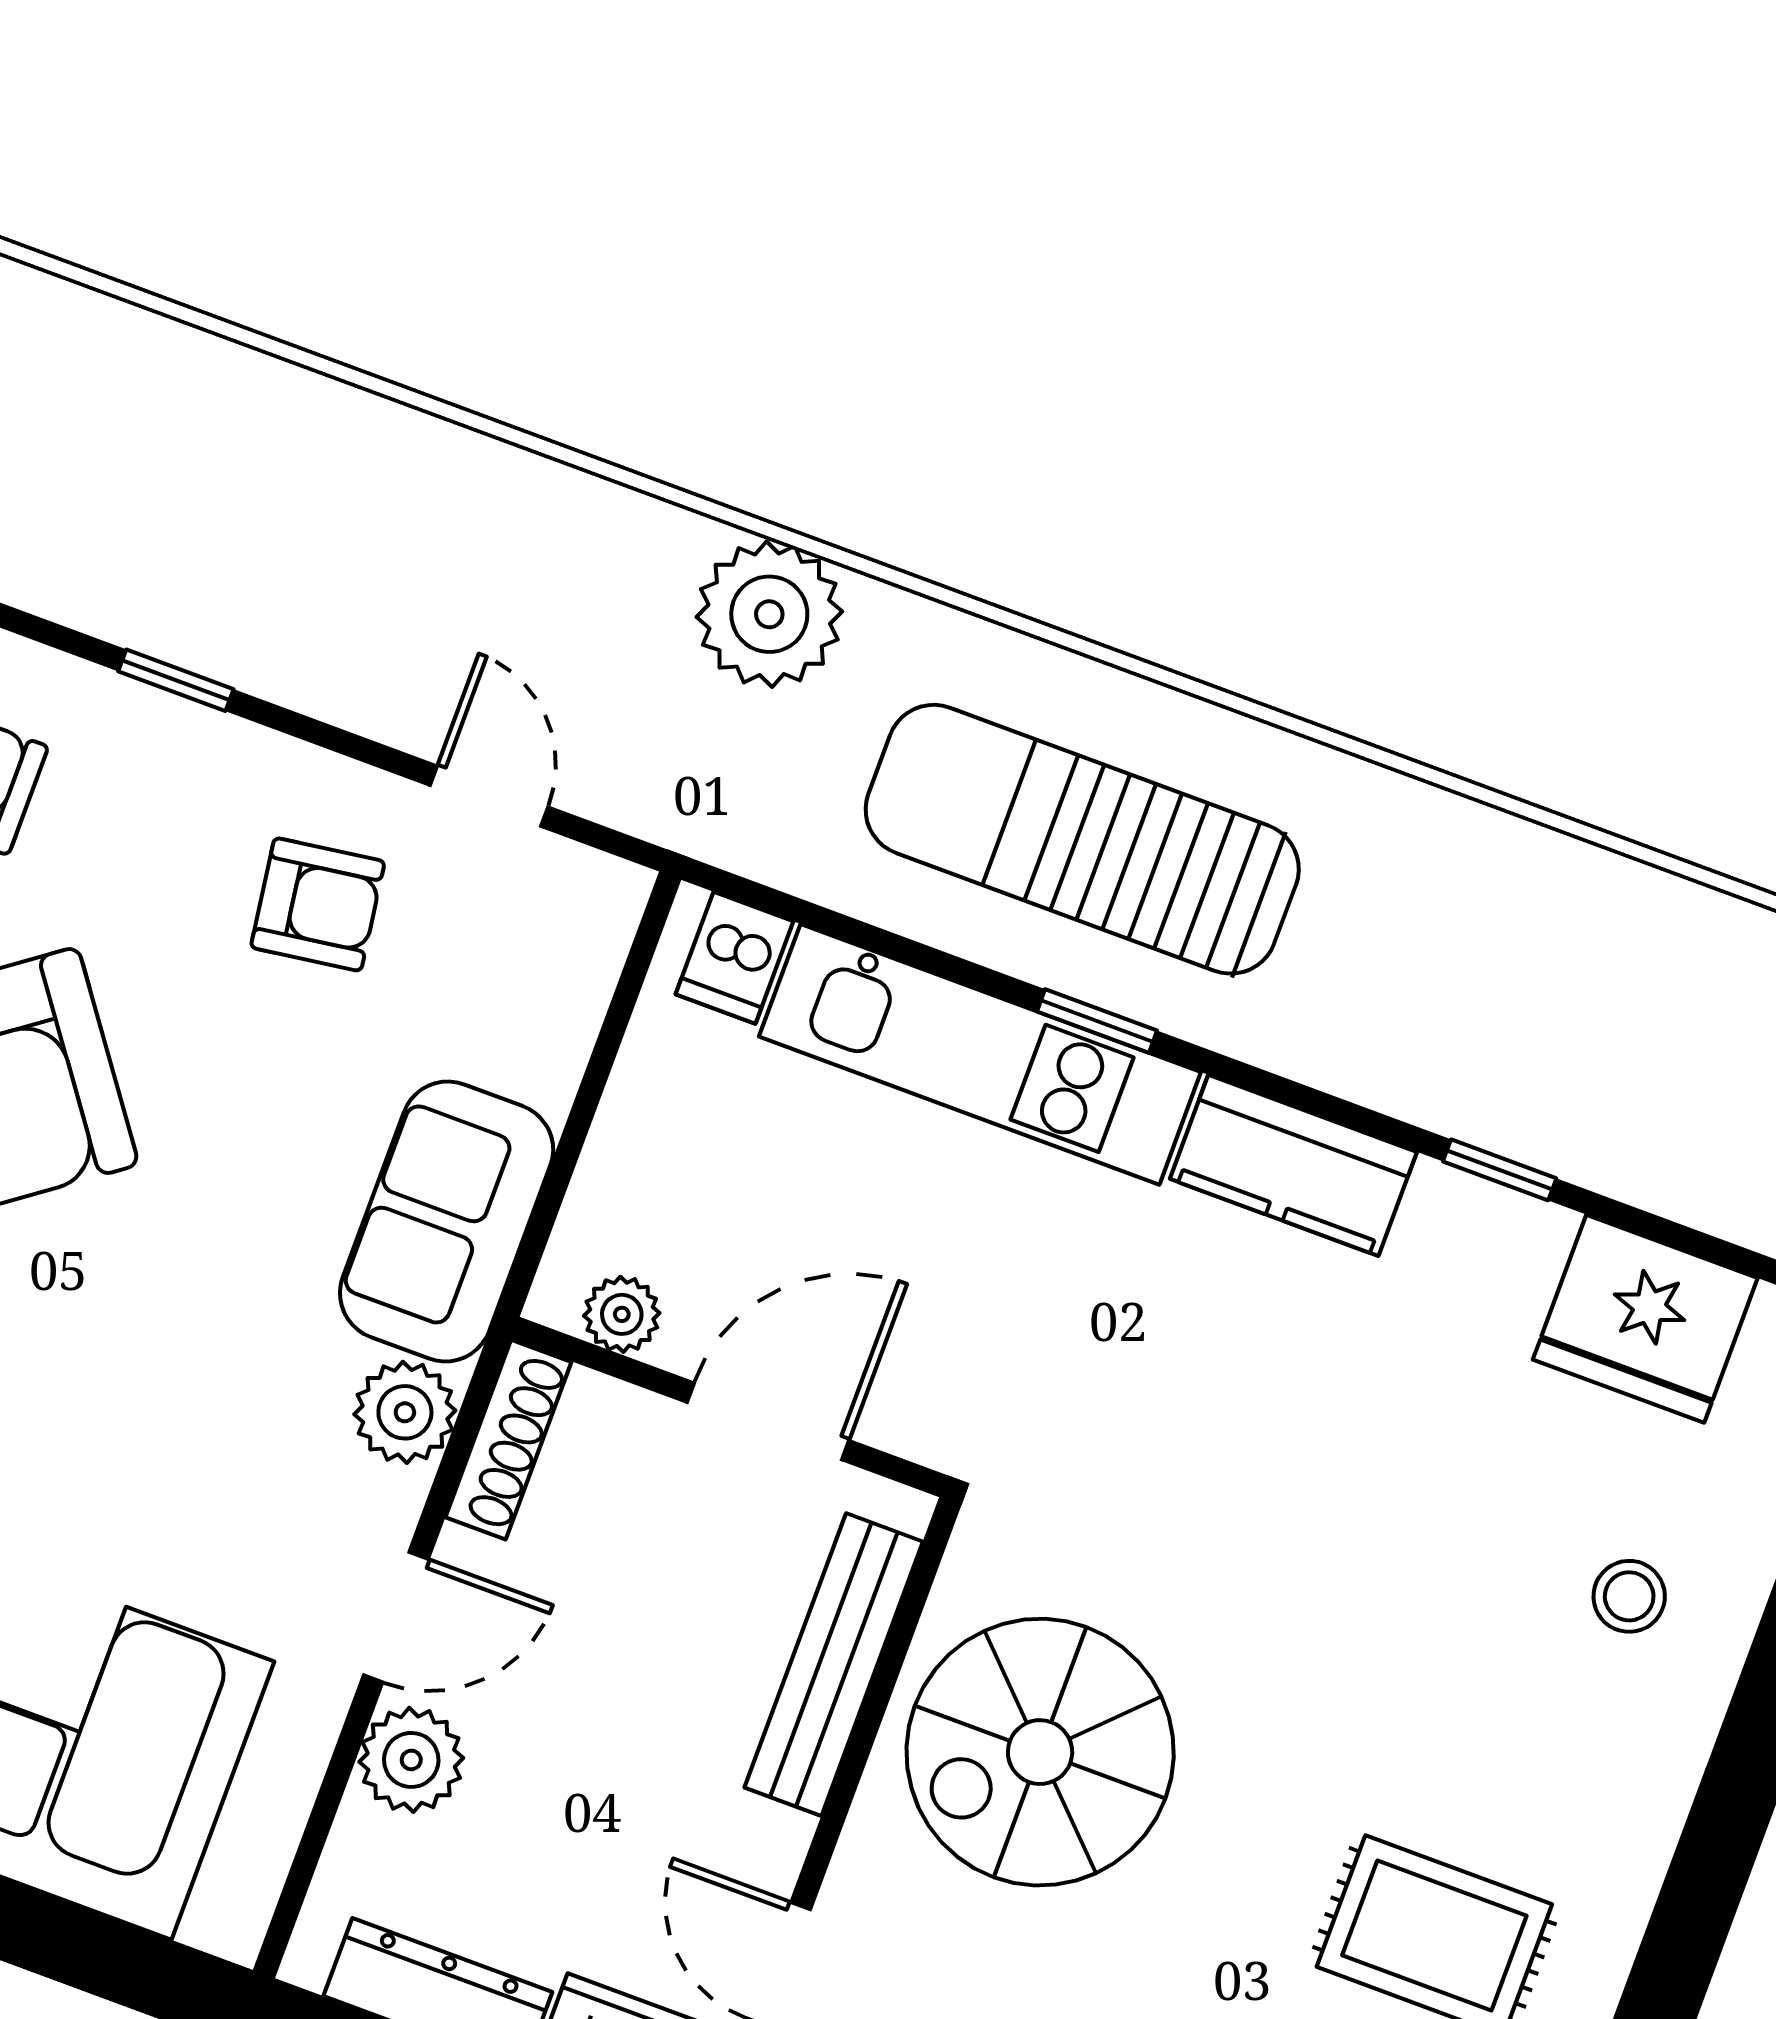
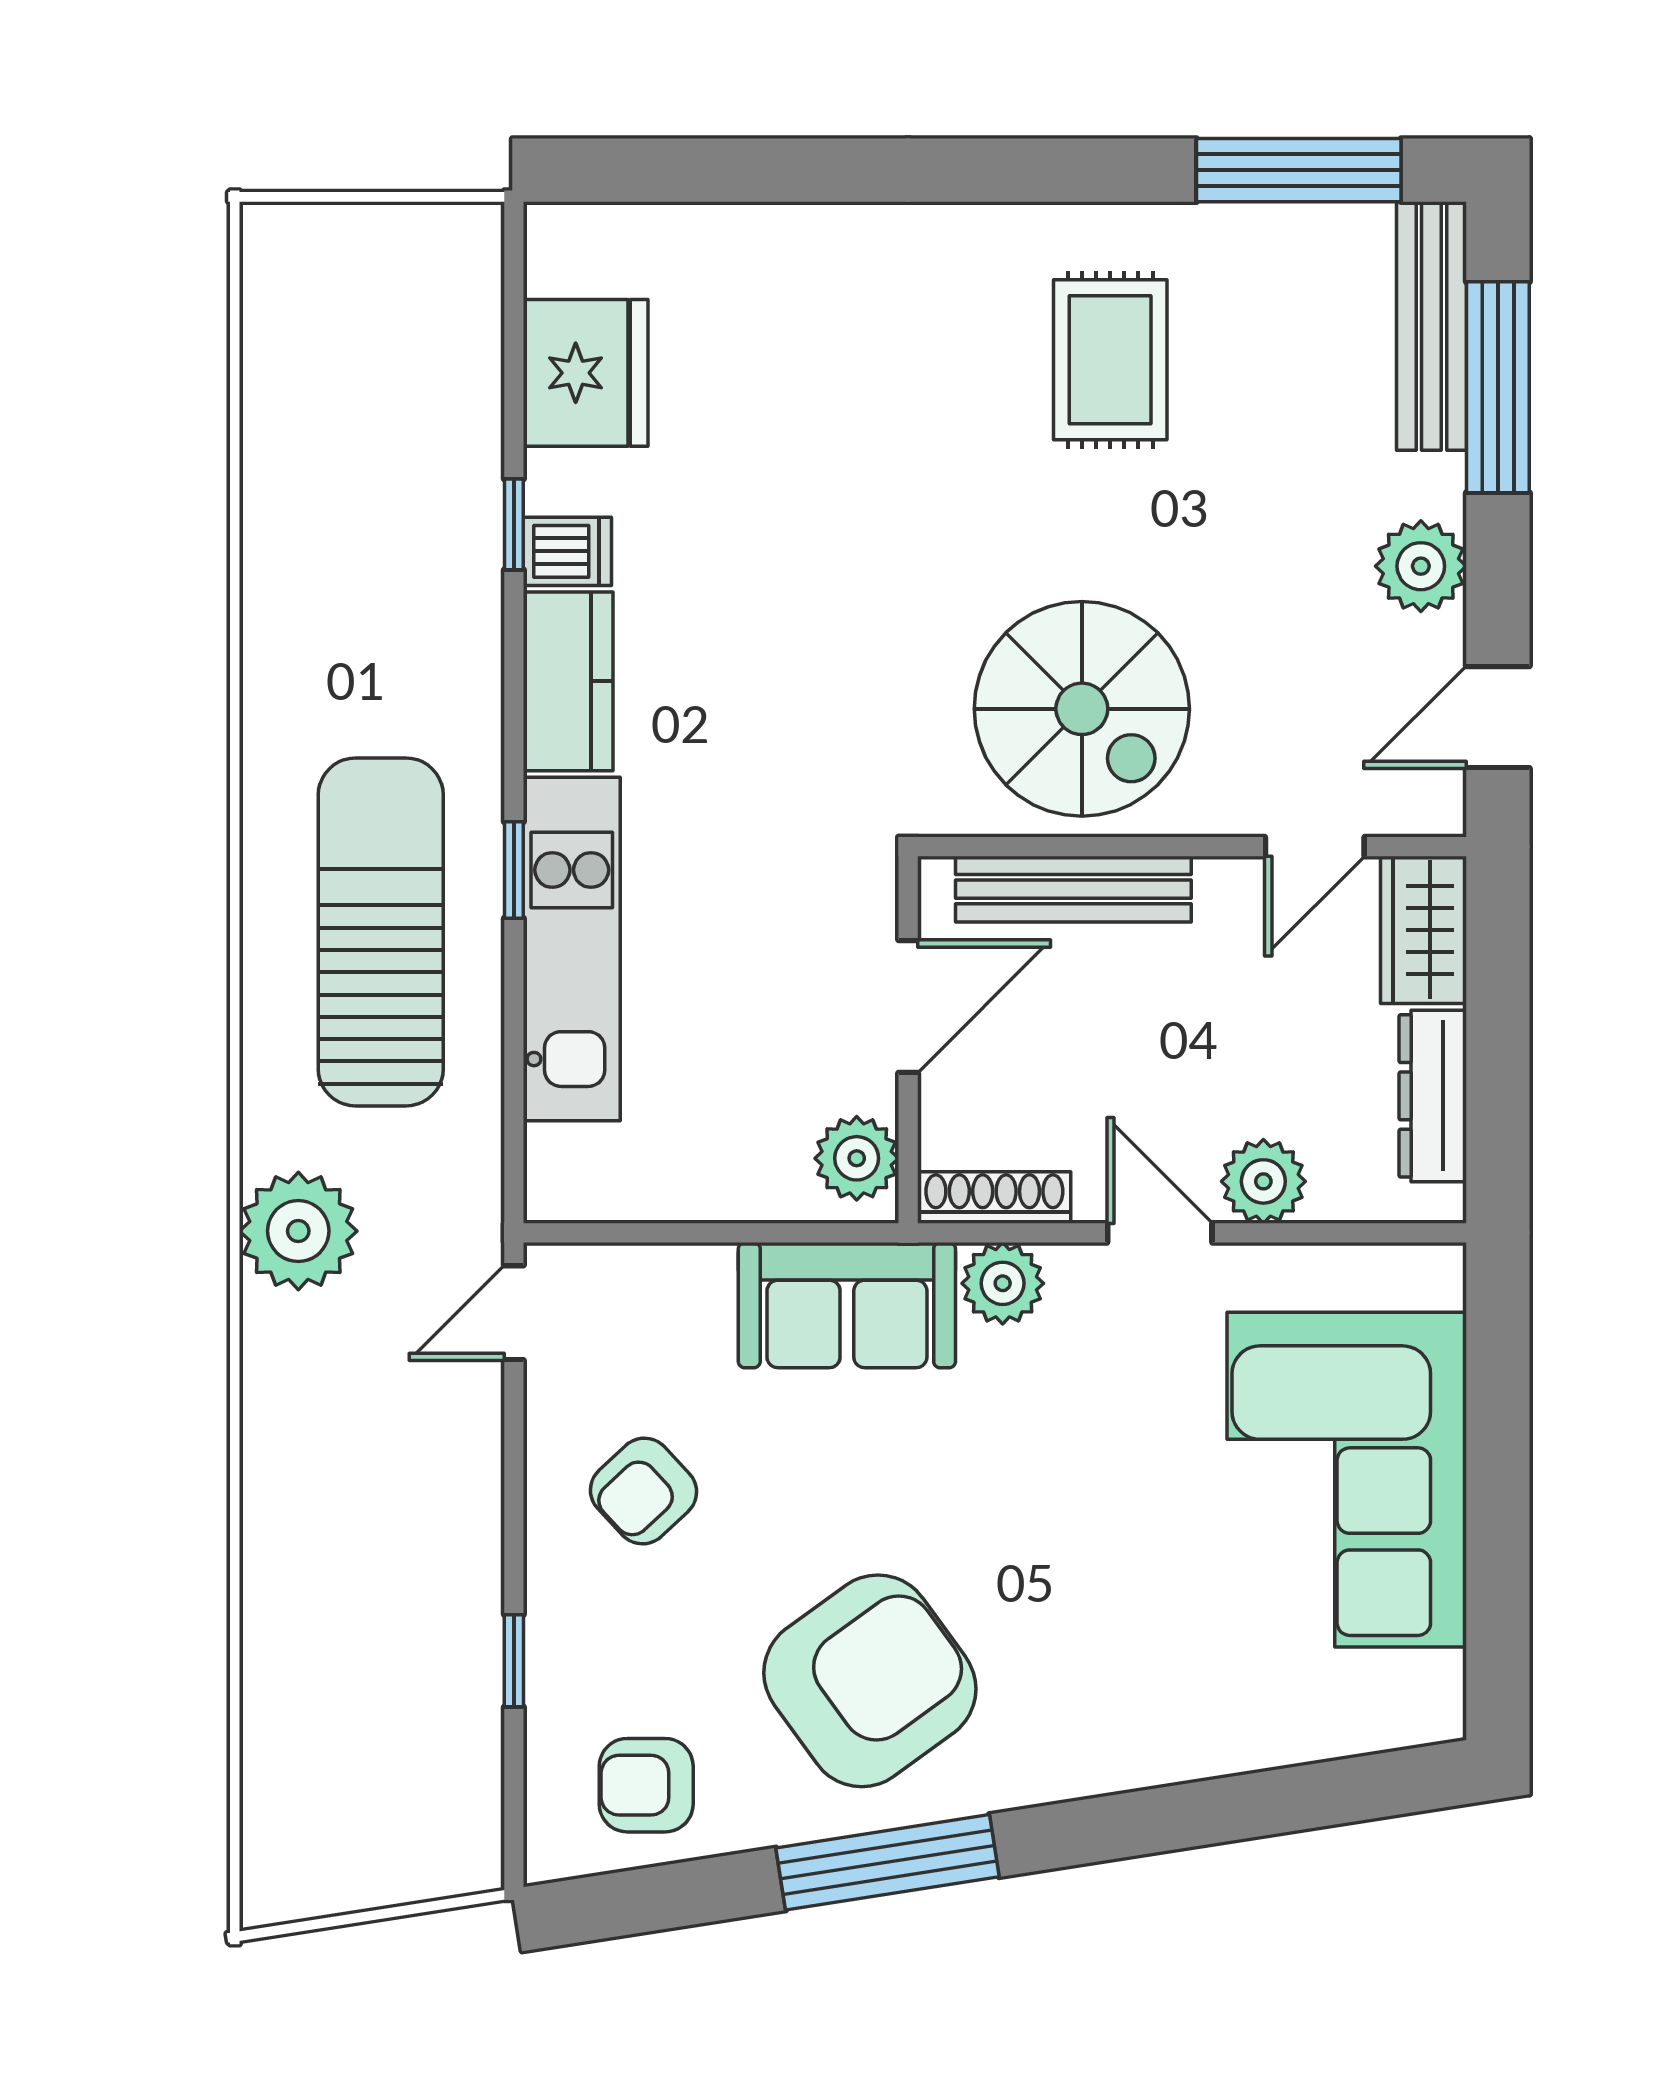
door: (489, 796) -> (514, 1313), moved
sun lounger: (1082, 839) -> (381, 932), turned 180
armchair: (318, 904) -> (644, 1491), turned -125
dishwasher: (734, 958) -> (567, 551), moved
plant: (622, 1314) -> (857, 1158), width x1.38, depth x1.38
door: (768, 1421) -> (908, 1007), swing flipped
stool: (1629, 1596) -> (800, 307), removed

